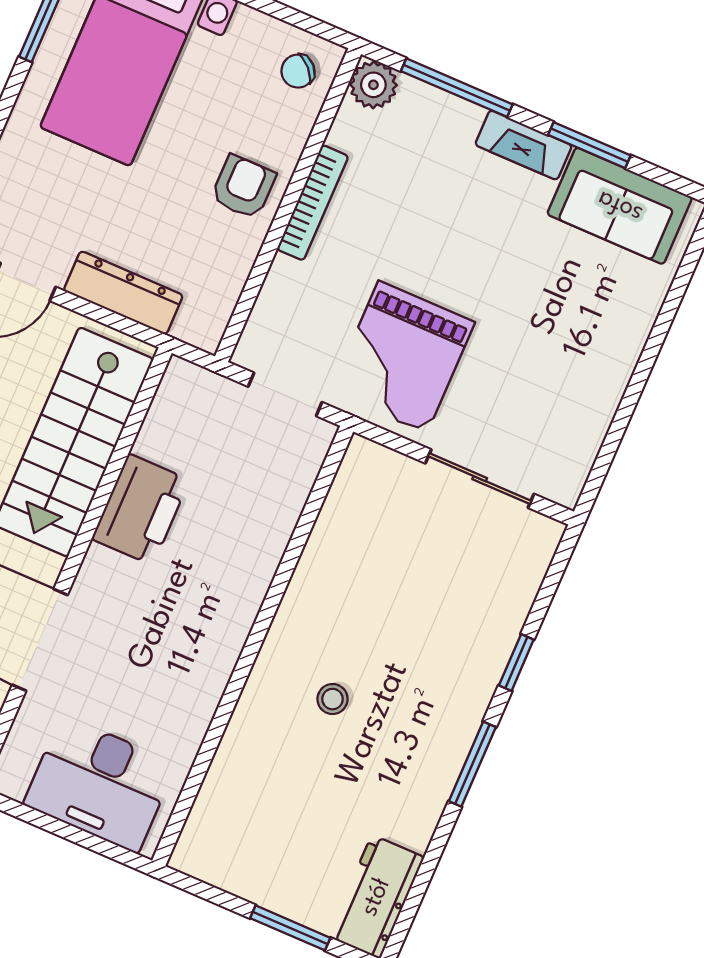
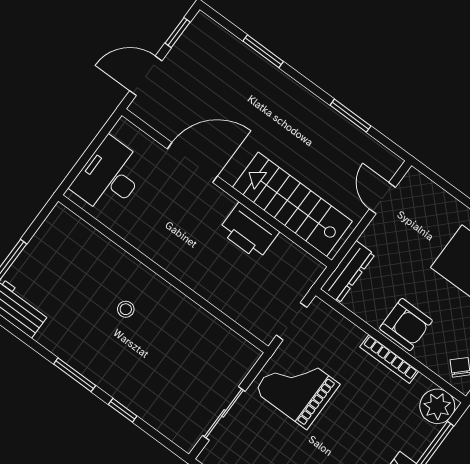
plant: (373, 85) -> (437, 406), width x1.36, depth x1.36
armchair: (243, 187) -> (406, 324), width x1.38, depth x1.38
dresser: (123, 293) -> (348, 272), moved

